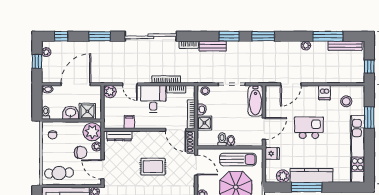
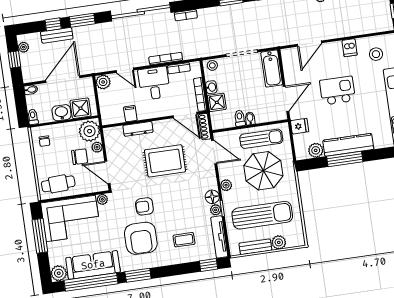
window: (61, 36) -> (53, 24), moved
bench: (213, 46) -> (57, 35), moved
dresser: (119, 136) -> (138, 129), moved
rug: (153, 167) -> (165, 161), width x1.36, depth x1.43

